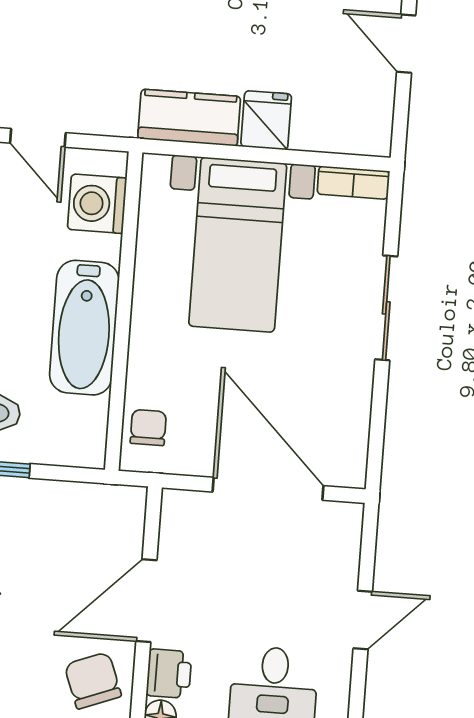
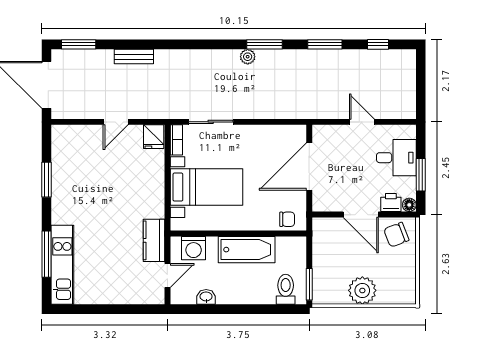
kitchen counter: (189, 118) -> (154, 240), moved
fridge: (266, 120) -> (154, 137), moved, turned -90
sliding door: (386, 308) -> (211, 122), moved
chair: (148, 428) -> (287, 219), turned 180

